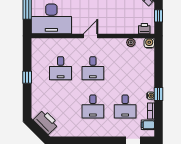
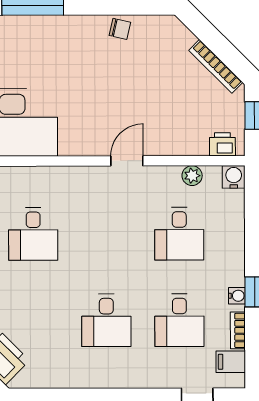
door: (91, 36) -> (127, 161), moved
desk: (93, 68) -> (179, 234), moved

